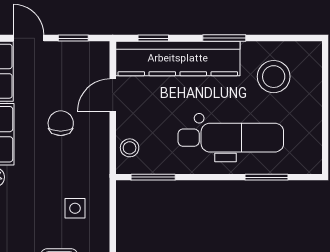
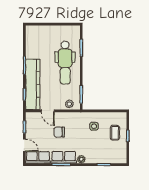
door: (29, 38) -> (24, 145), swing flipped
stool: (274, 77) -> (40, 45), removed
dental chair: (231, 138) -> (65, 63), turned 180

